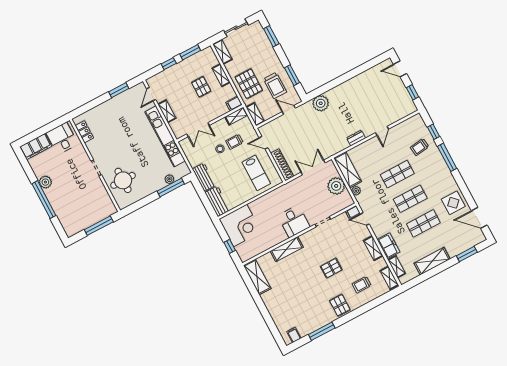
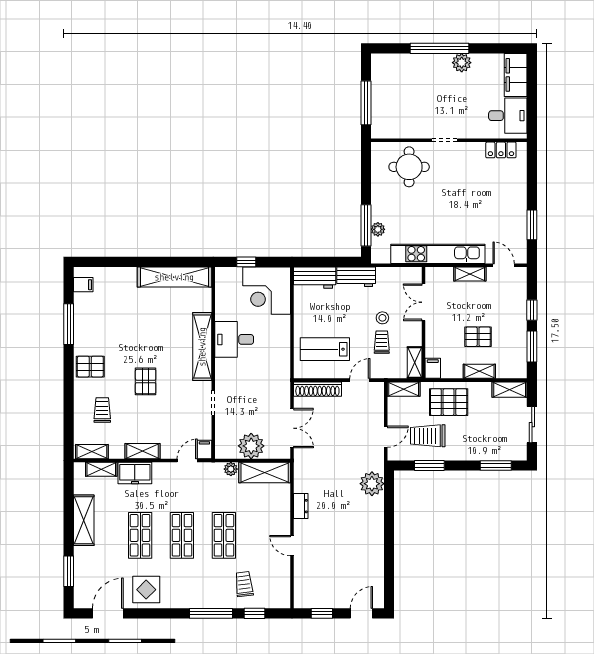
desk: (294, 221) -> (234, 339), moved
shelving: (287, 249) -> (202, 347), width x1.47
shelving: (257, 277) -> (174, 277), width x1.47

